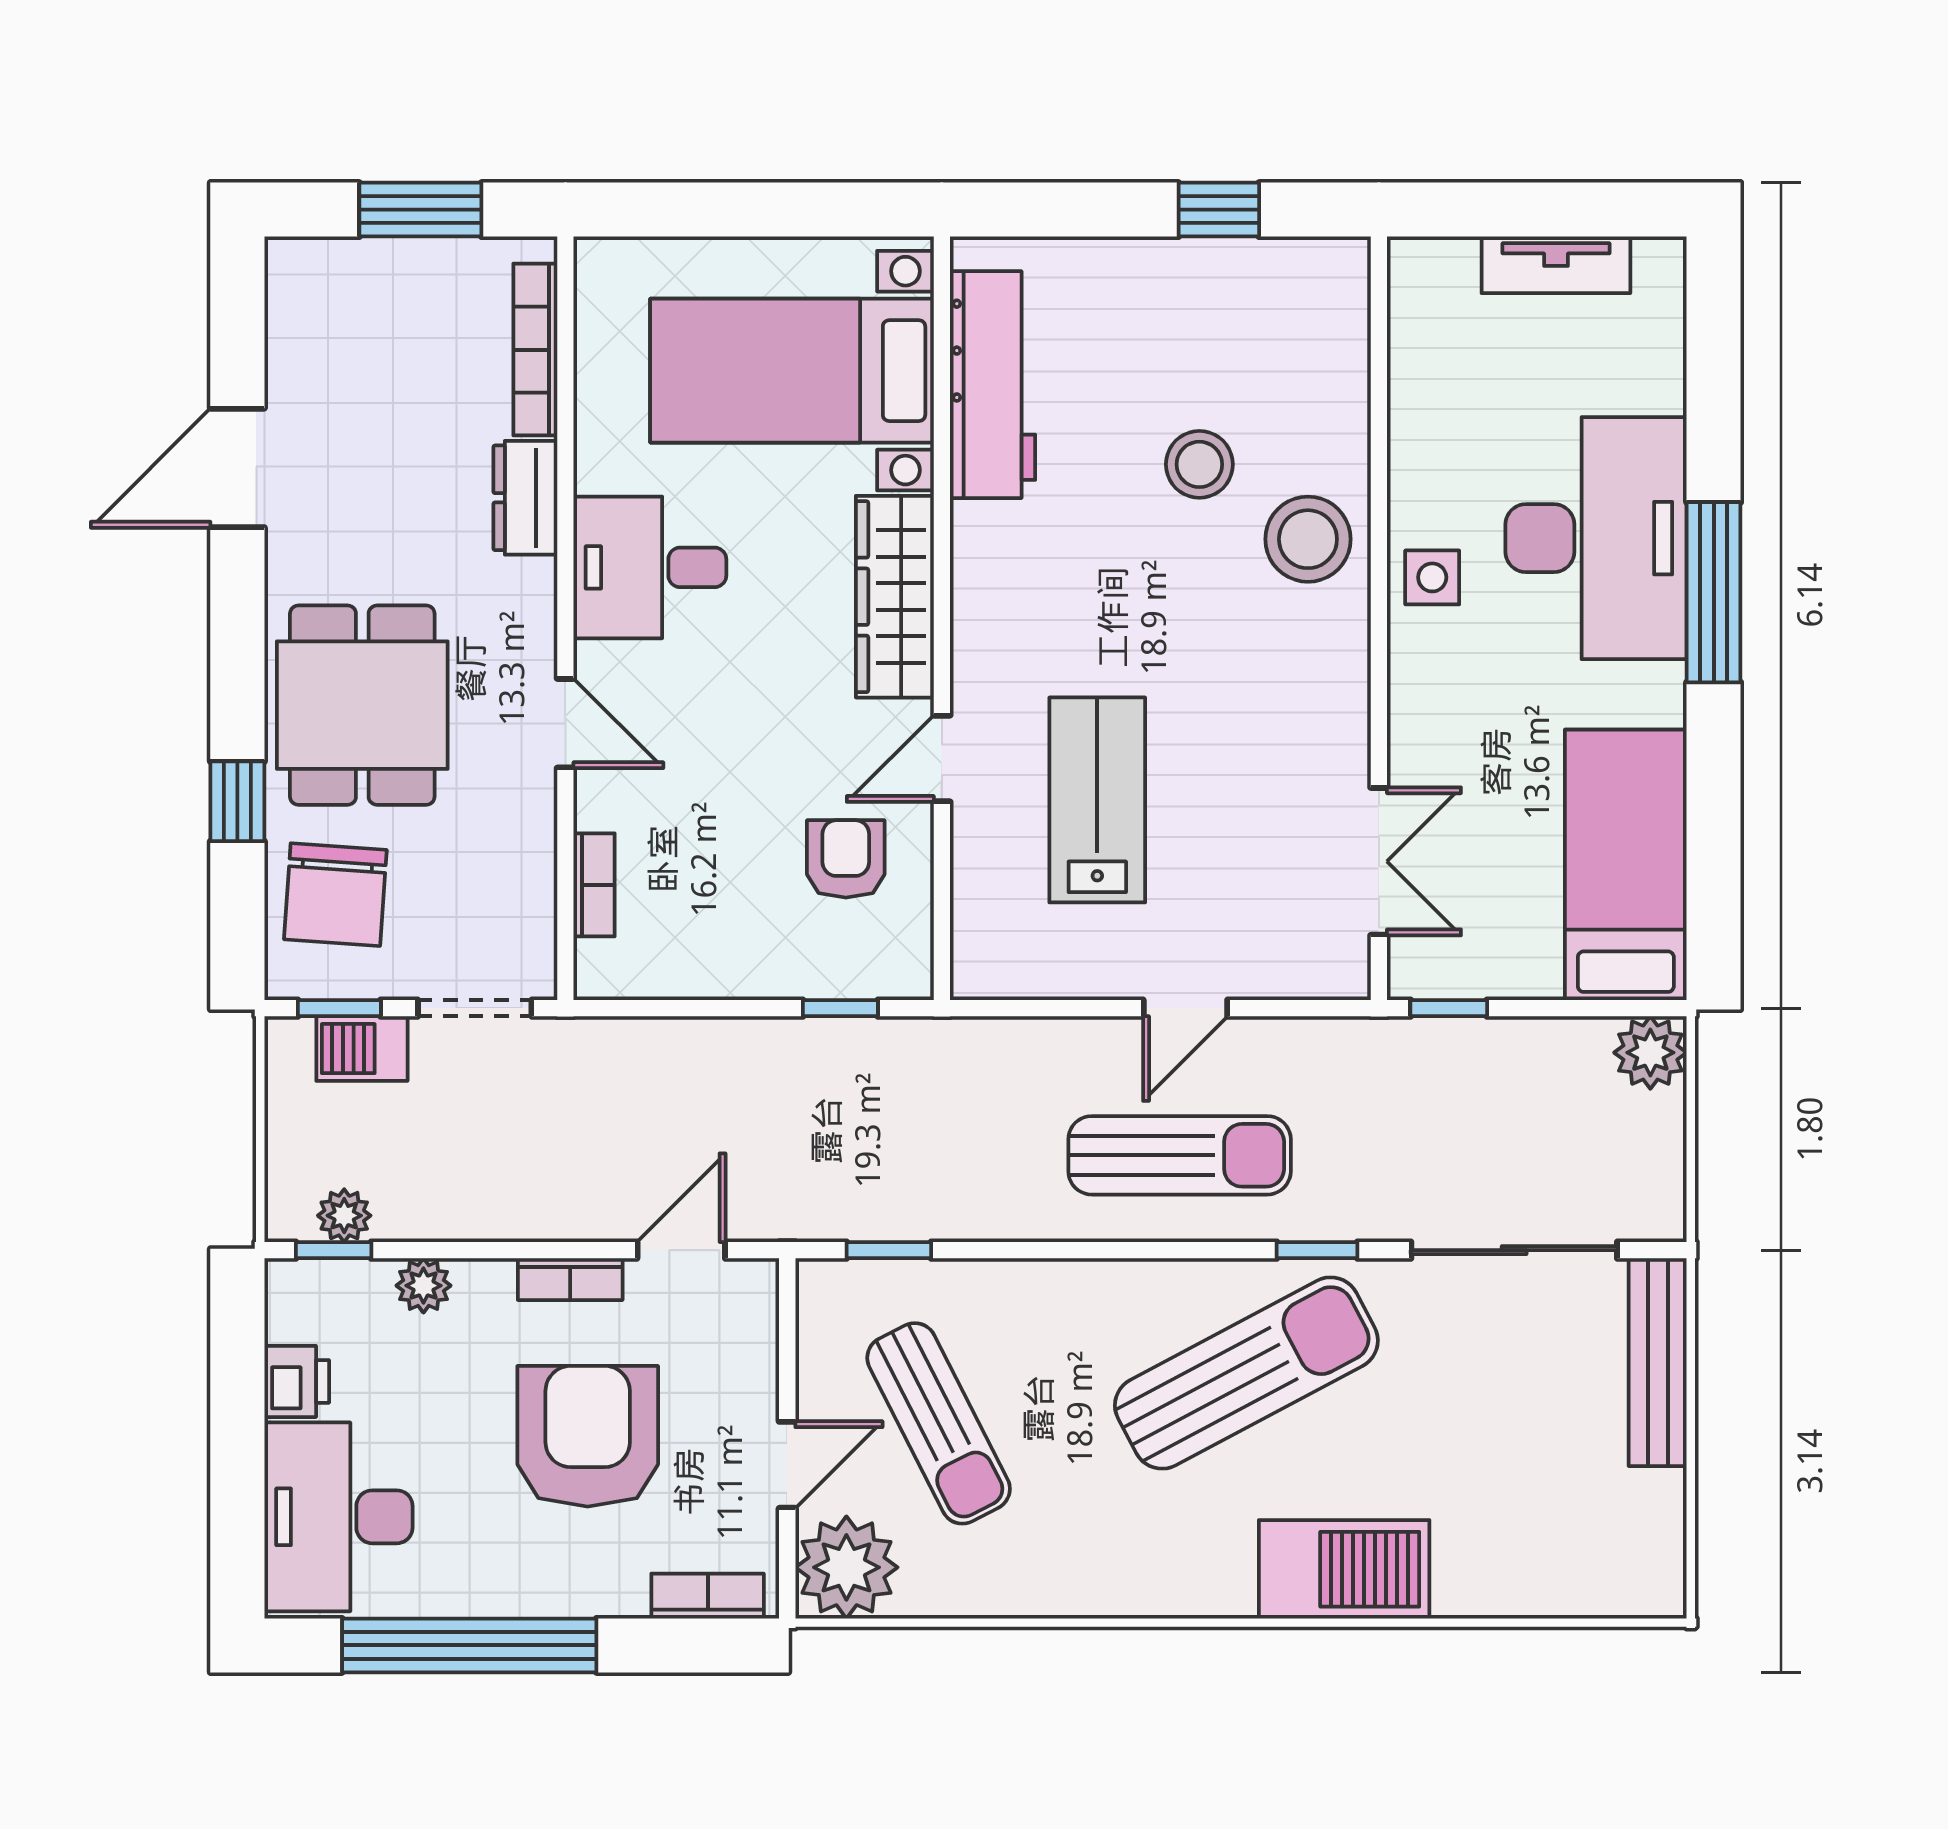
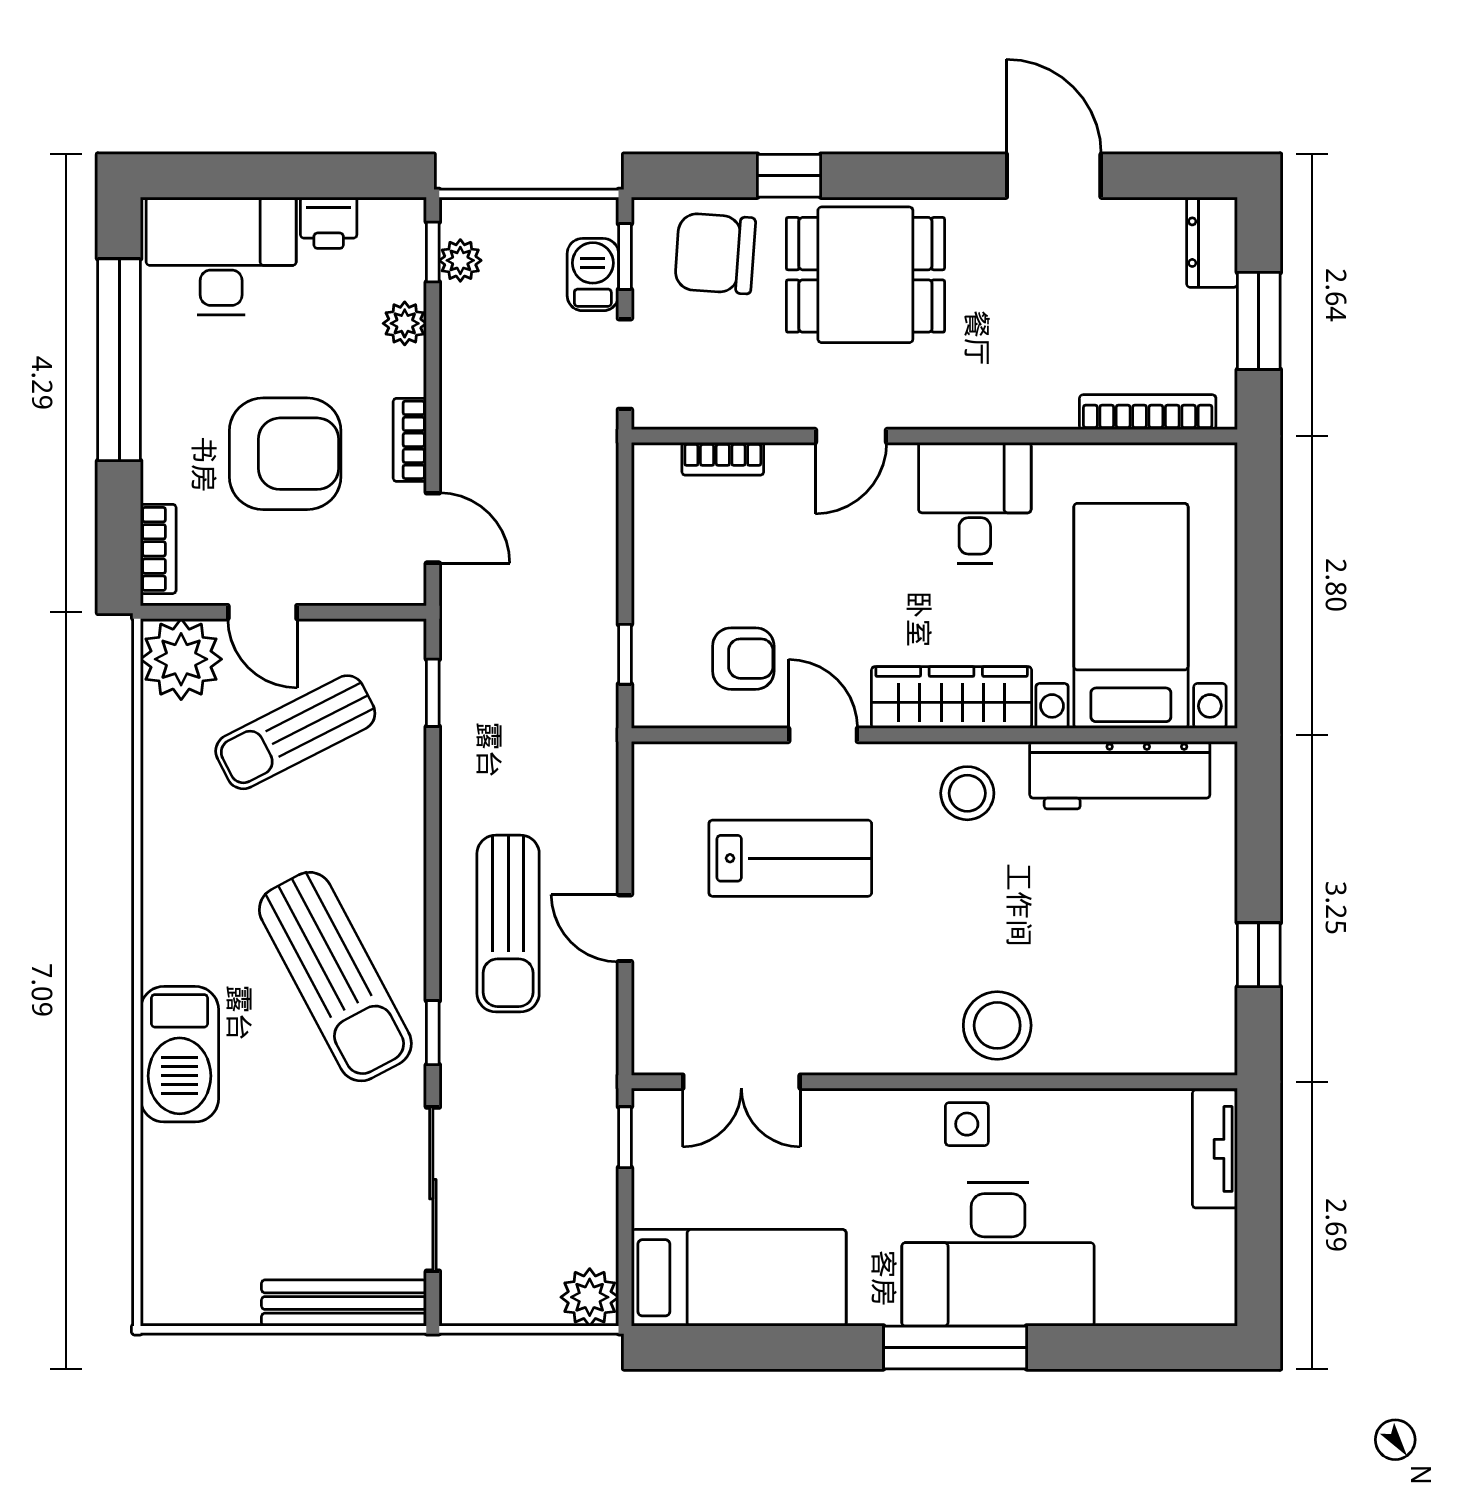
tv unit: (1556, 265) -> (1215, 1149), moved
stool: (1199, 464) -> (967, 793), moved
dresser: (525, 498) -> (1212, 242), moved, turned -90

